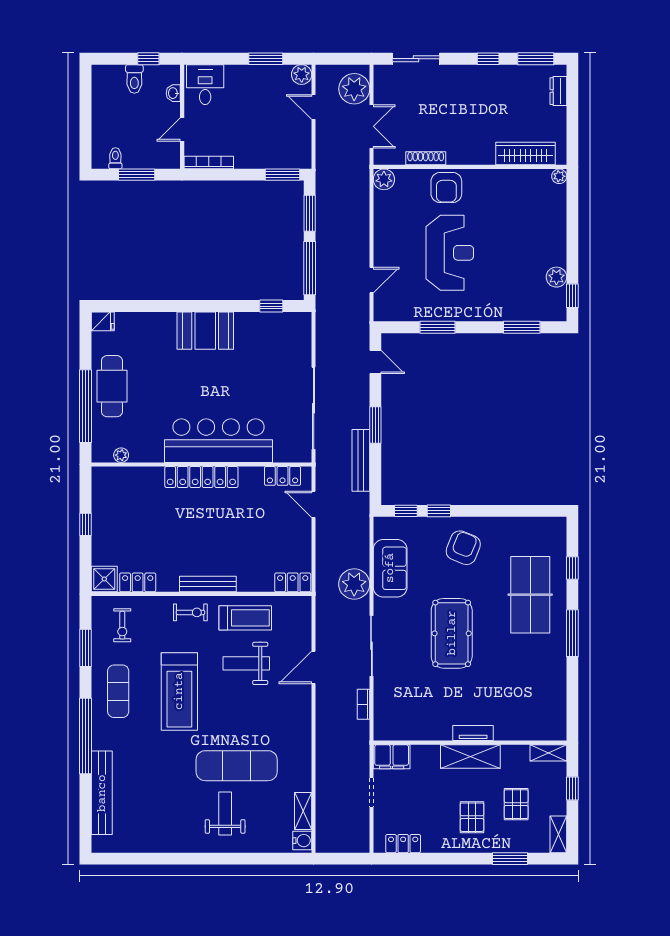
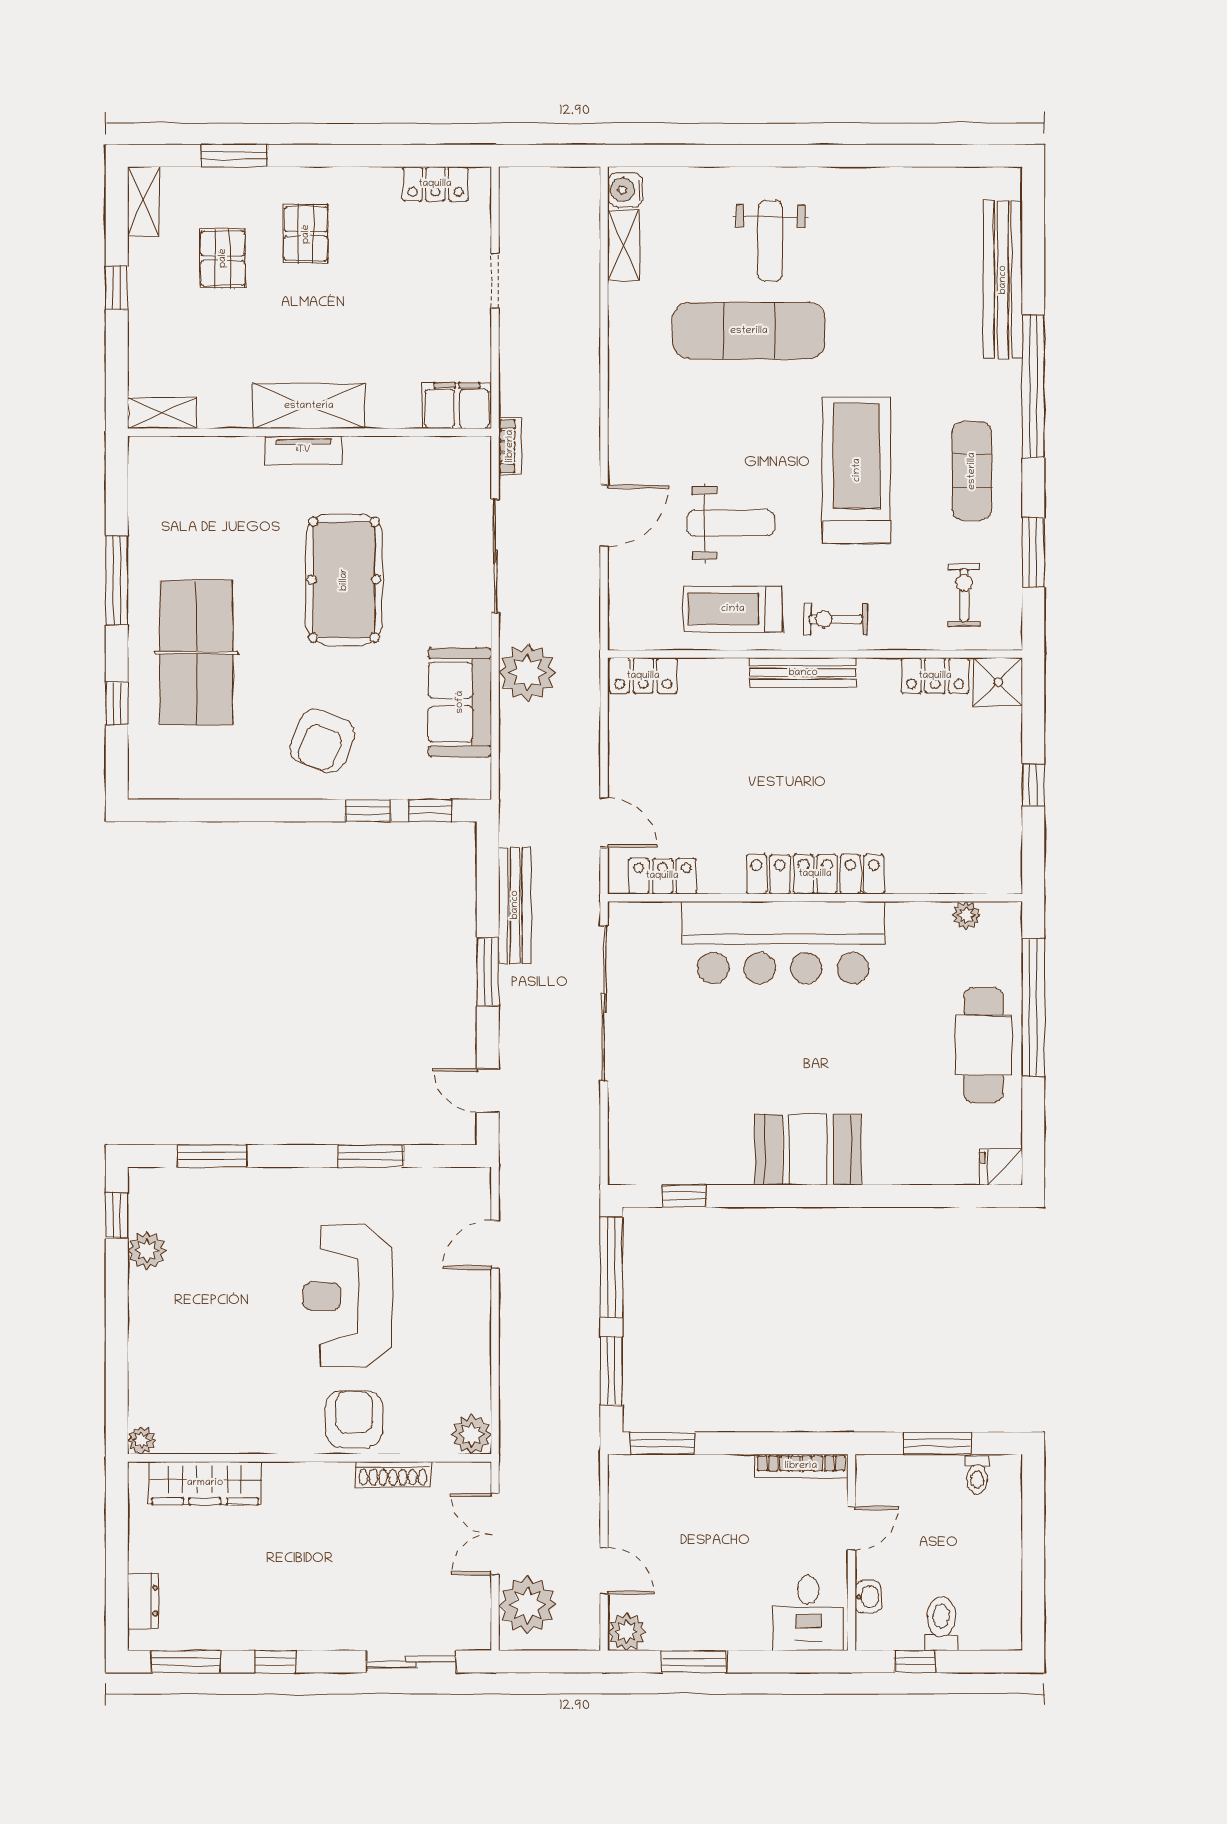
tv unit: (473, 733) -> (304, 450), moved
wall: (470, 743) -> (309, 432), moved
shelving: (548, 753) -> (162, 413), moved
filing cabinet: (392, 757) -> (457, 406), moved
shelving: (470, 757) -> (309, 406), moved

